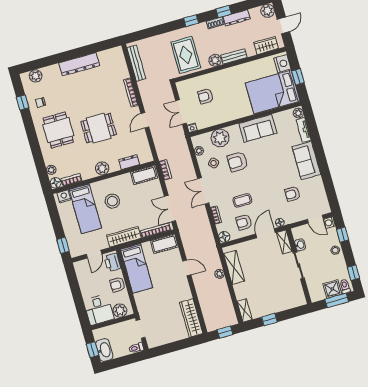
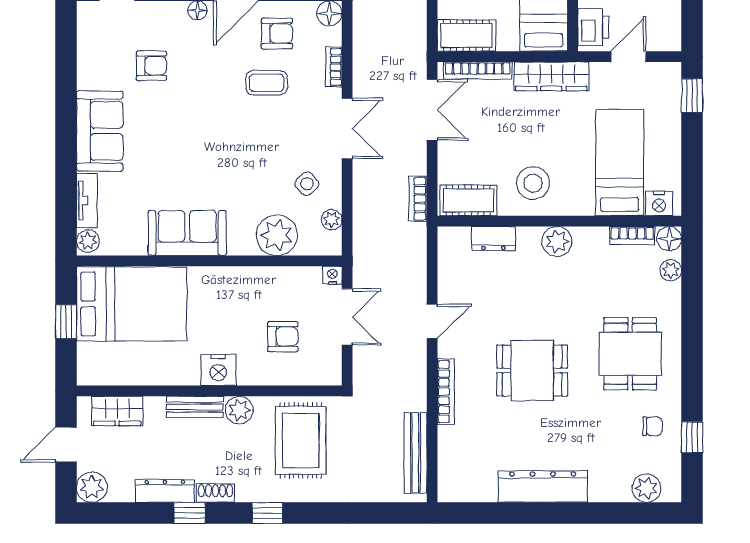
nightstand: (282, 64) -> (218, 370), moved, turned -90
dining table: (99, 128) -> (532, 370), moved
armchair: (237, 162) -> (253, 171), removed
stool: (112, 201) -> (533, 183), moved

